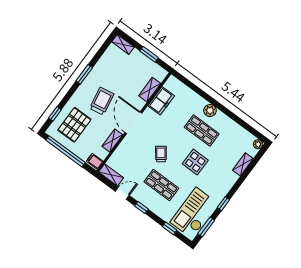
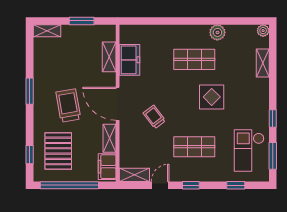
plant: (210, 111) -> (217, 32), moved
trolley: (161, 154) -> (154, 117), moved
filing cabinet: (95, 161) -> (107, 167), width x2.00
checkout: (194, 213) -> (249, 150), width x0.73, depth x0.83

